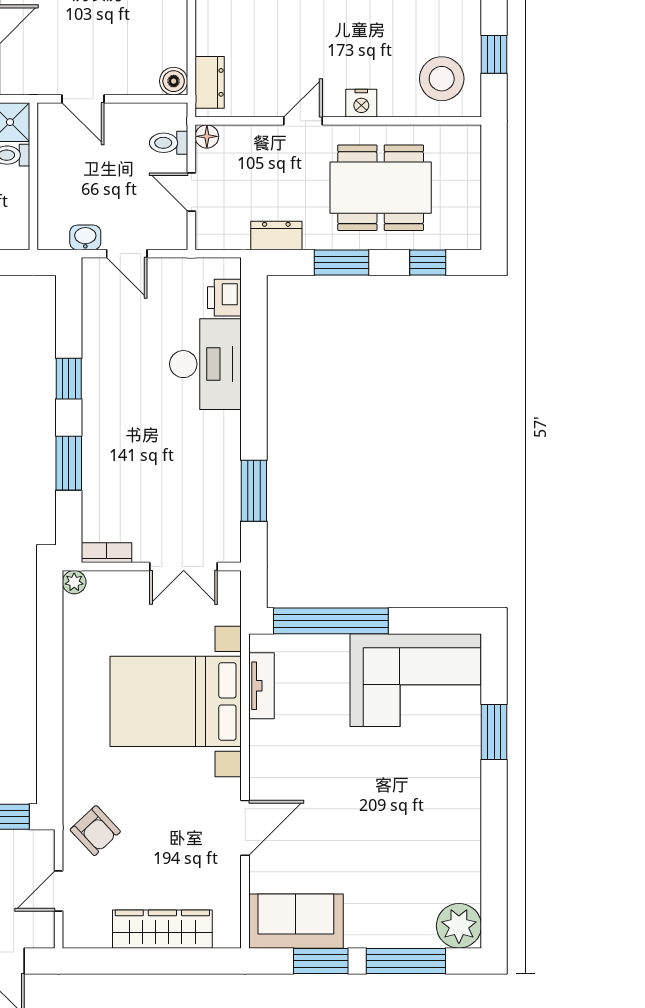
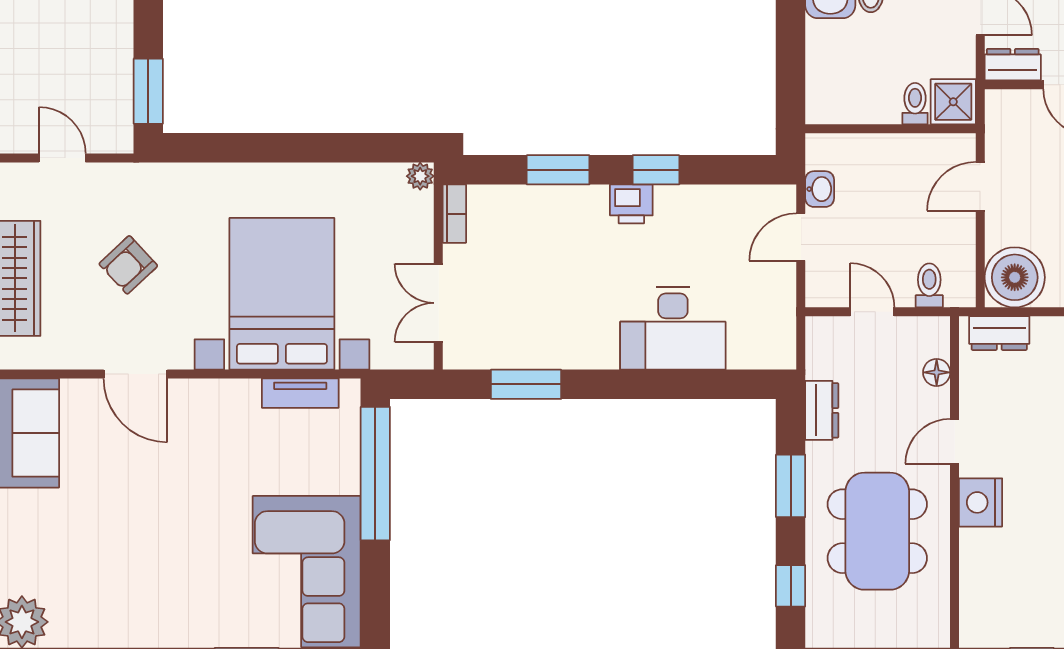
stool: (442, 79) -> (1004, 602), removed
boiler: (174, 81) -> (1015, 277), width x1.86, depth x1.86
nightstand: (361, 103) -> (981, 502), width x1.36, depth x1.33
door: (303, 121) -> (955, 441), swing flipped
floor lamp: (207, 136) -> (937, 372), moved
door: (191, 192) -> (872, 312), hinge flipped
printer: (224, 298) -> (631, 204), moved, turned 180
armchair: (95, 831) -> (128, 265), moved

